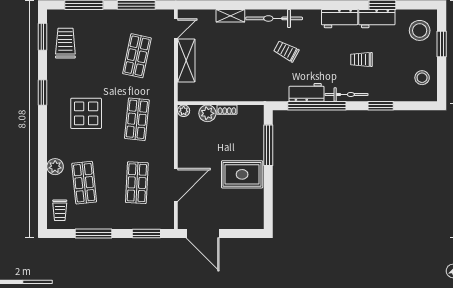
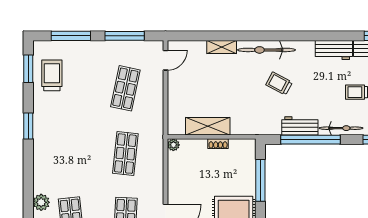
shelving: (186, 60) -> (208, 126), moved, turned 90
display table: (86, 113) -> (73, 148), removed
plant: (207, 113) -> (198, 147), removed

